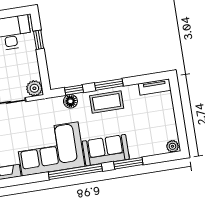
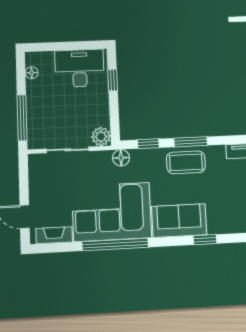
floor lamp: (70, 101) -> (121, 158), moved
window: (128, 163) -> (205, 240), width x0.67
window: (75, 172) -> (115, 244), moved

